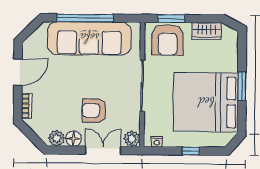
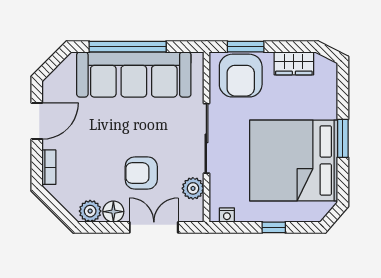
plant: (132, 139) -> (193, 188), moved

